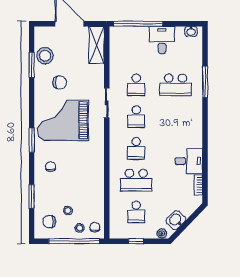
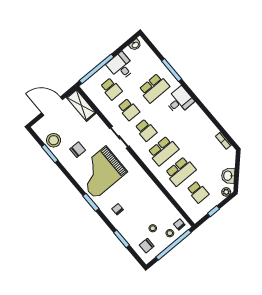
school desk: (136, 53) -> (111, 89), added
school desk: (136, 148) -> (163, 151), width x1.85
desk: (189, 161) -> (179, 101), moved

